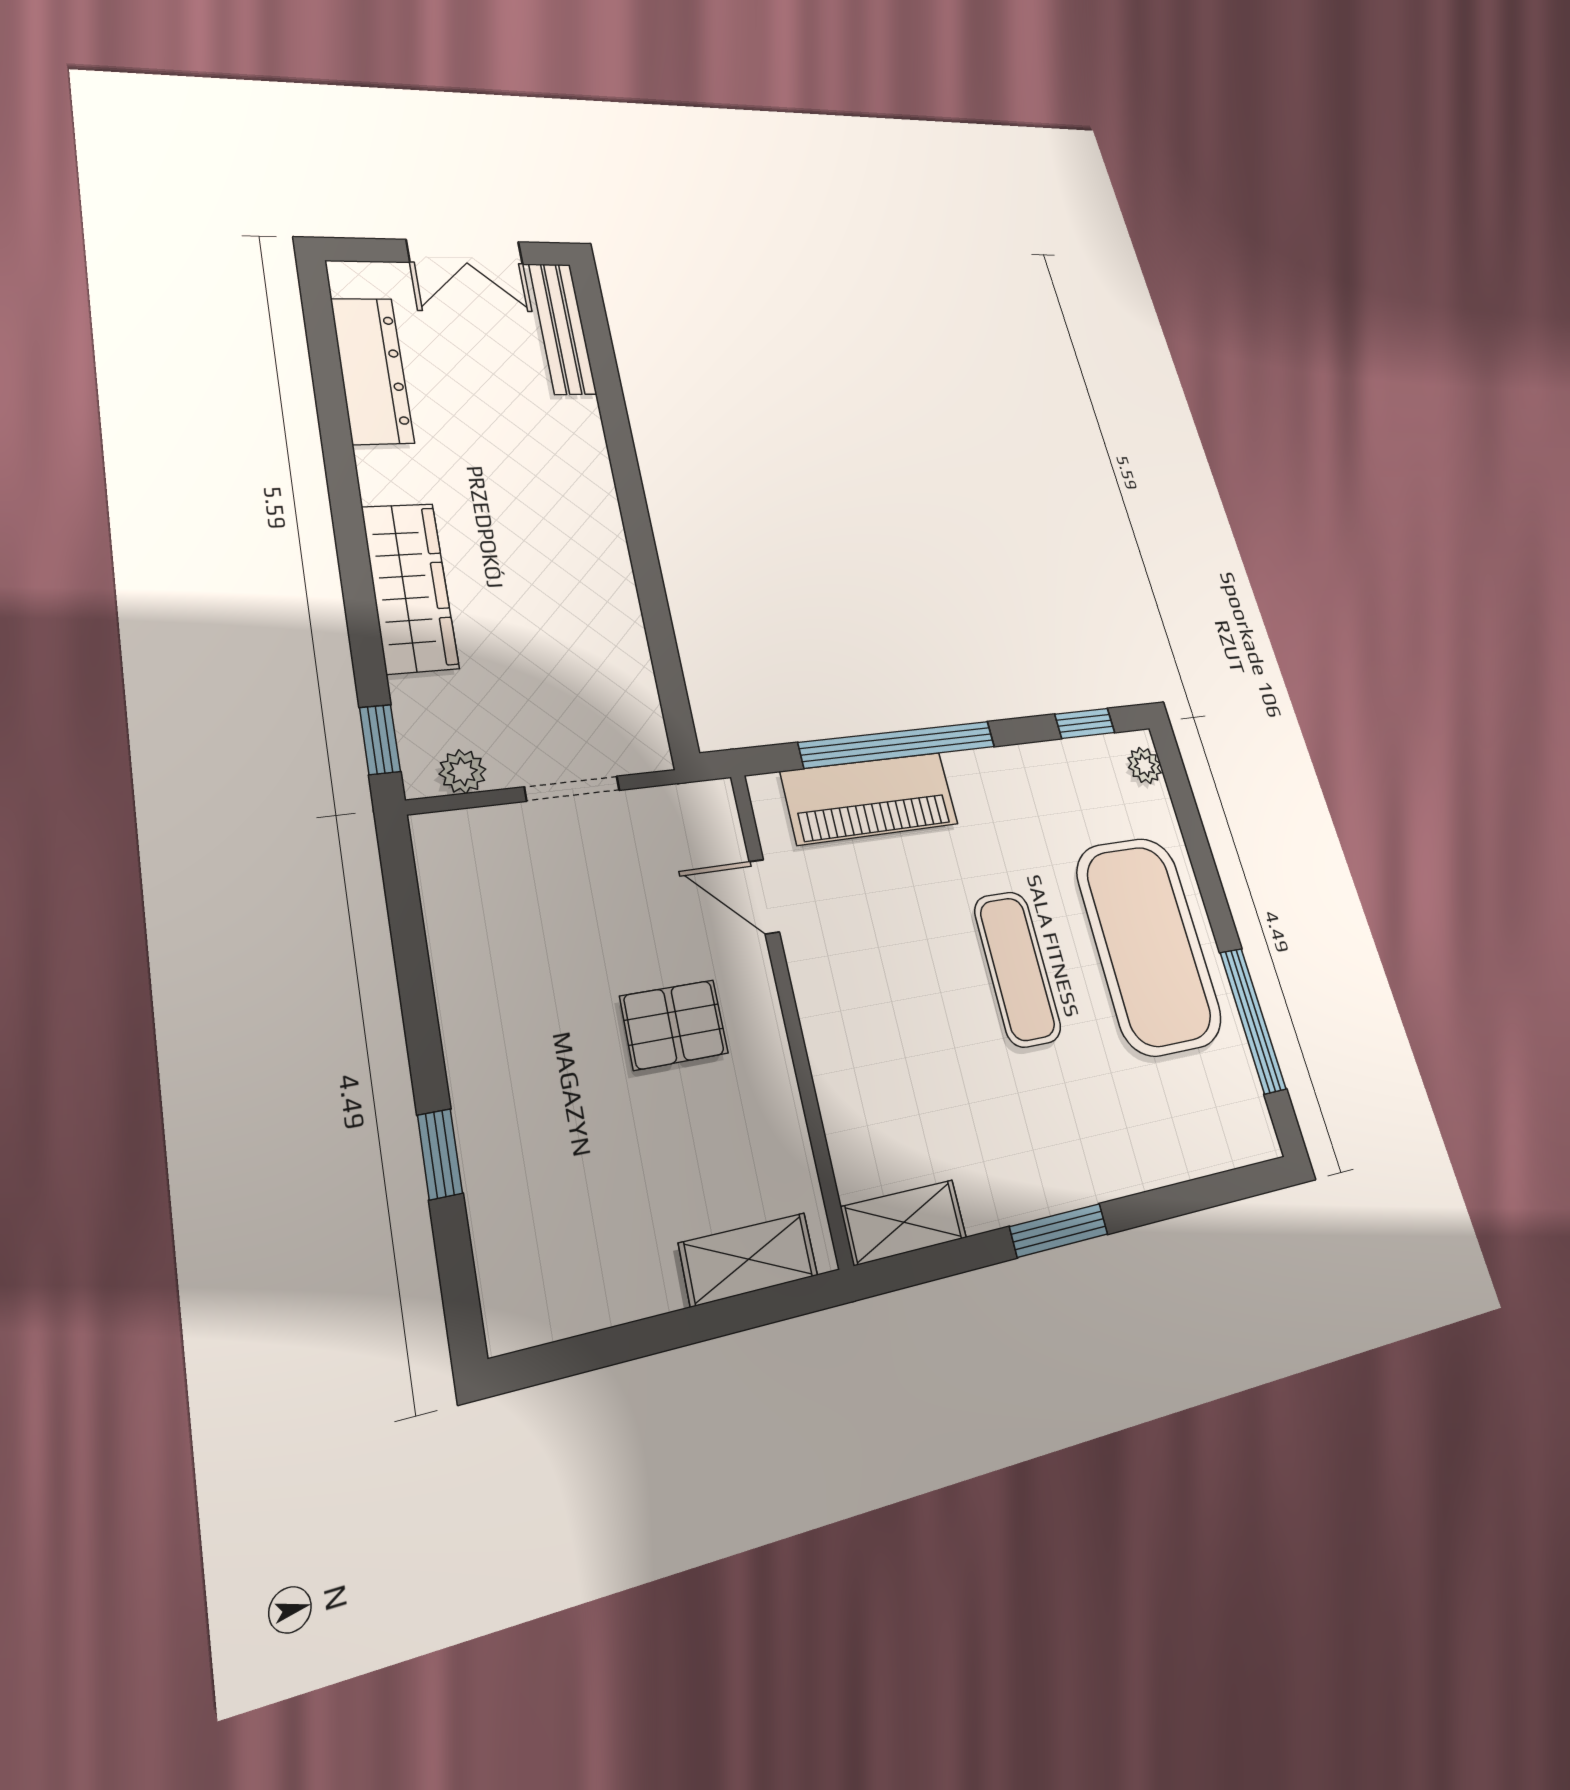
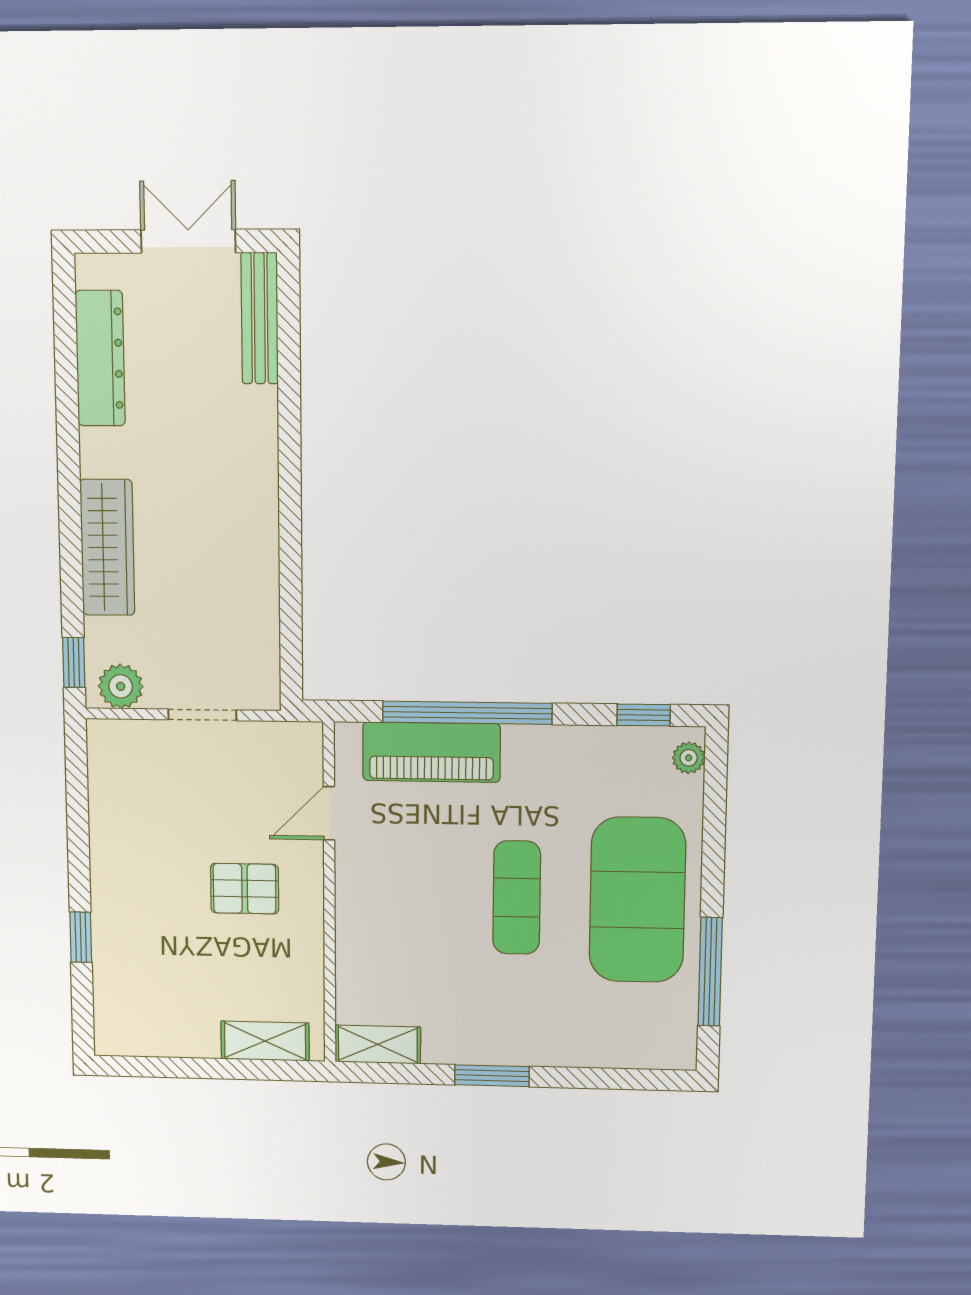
double door: (465, 252) -> (188, 241), swing flipped
plant: (462, 772) -> (121, 686), width x1.38, depth x1.38
door: (764, 897) -> (329, 813), hinge flipped

